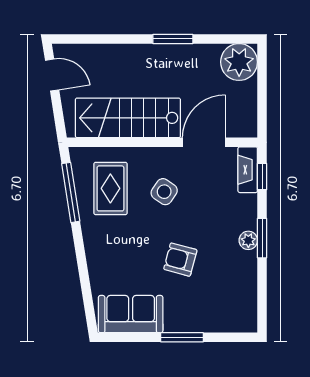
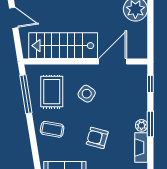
fireplace: (248, 170) -> (141, 148), moved
coffee table: (111, 246) -> (52, 129), added

